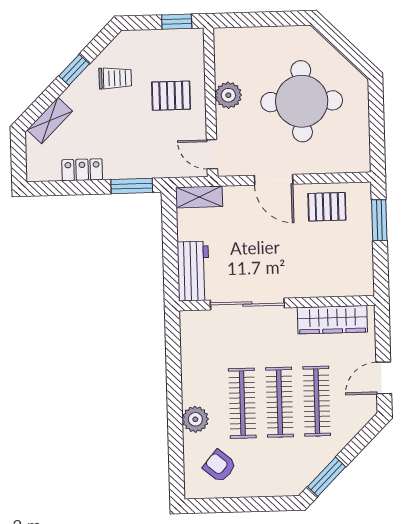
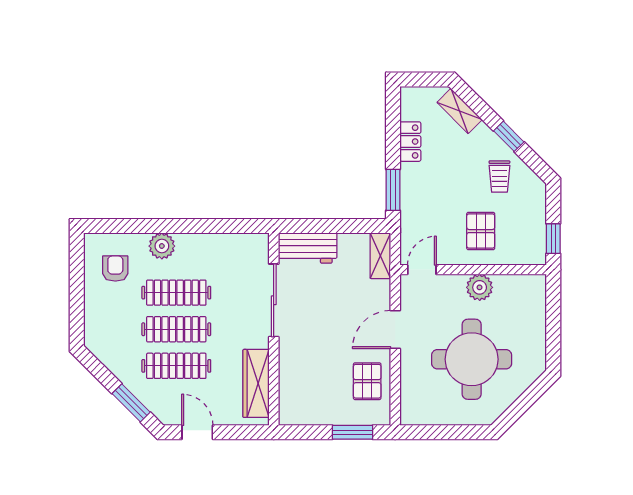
armchair: (220, 466) -> (115, 269), turned -40
window: (327, 477) -> (131, 403), moved

